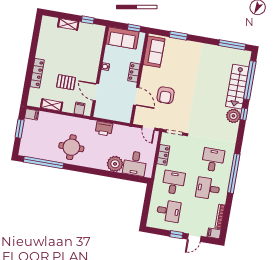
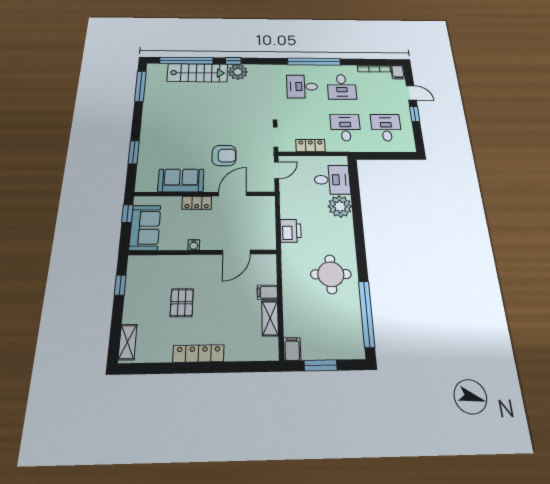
shelving: (68, 24) -> (128, 342), moved
sofa: (154, 52) -> (181, 180), moved
locker: (37, 73) -> (198, 353), moved
pallet: (66, 82) -> (182, 303), moved
filing cabinet: (80, 109) -> (267, 292), moved
desk: (174, 182) -> (345, 127), turned 90

